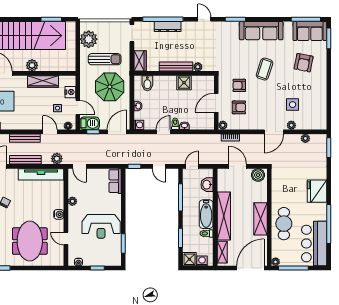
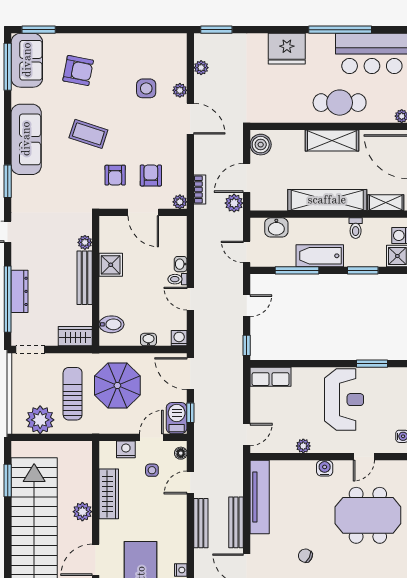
plant: (57, 159) -> (234, 203), moved
bathtub: (206, 214) -> (320, 256), moved, turned 180

